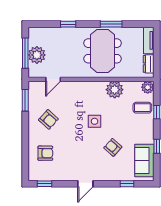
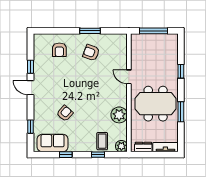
plant: (37, 55) -> (152, 42), removed
door: (53, 79) -> (129, 77), moved
window: (25, 100) -> (90, 31), moved
armchair: (48, 119) -> (91, 53), turned 68
side table: (95, 121) -> (89, 96), removed
window: (45, 184) -> (31, 67), moved

